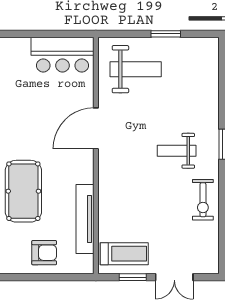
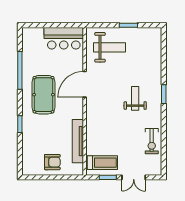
weight bench: (177, 151) -> (135, 98), turned 90
pool table: (23, 191) -> (44, 95), moved
exercise bike: (203, 200) -> (152, 141), moved

